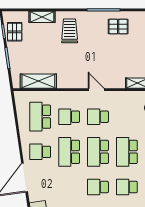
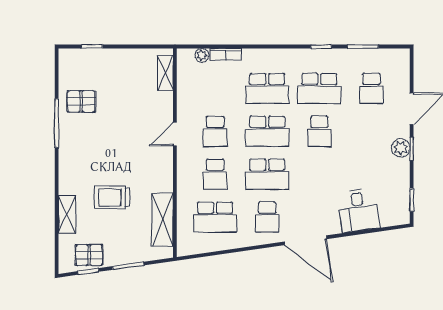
pallet: (118, 26) -> (81, 101), turned 90
trolley: (70, 31) -> (112, 197), moved
school desk: (127, 187) -> (319, 88), width x1.85

